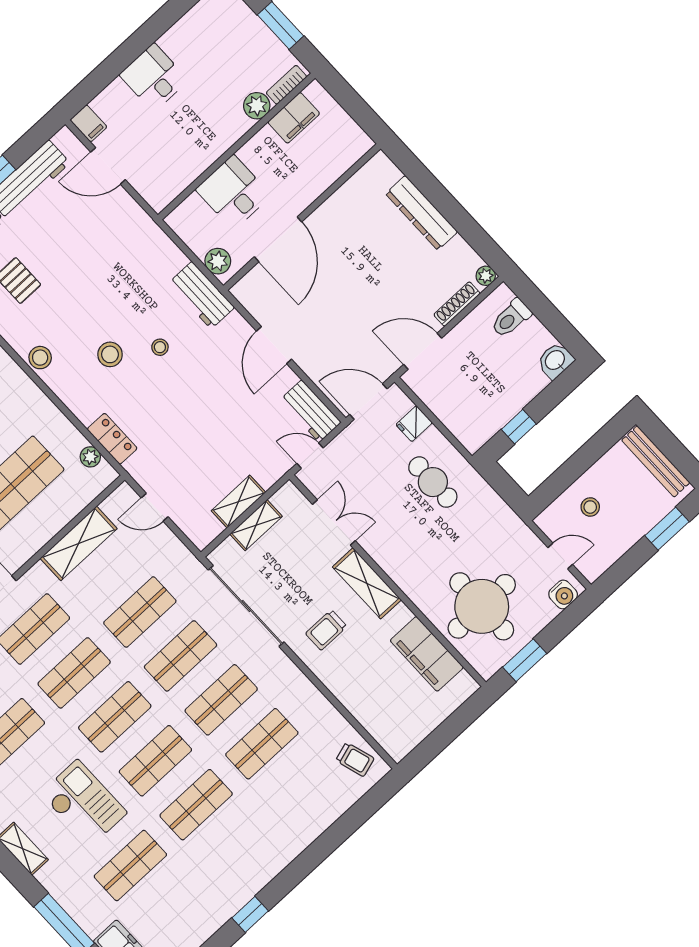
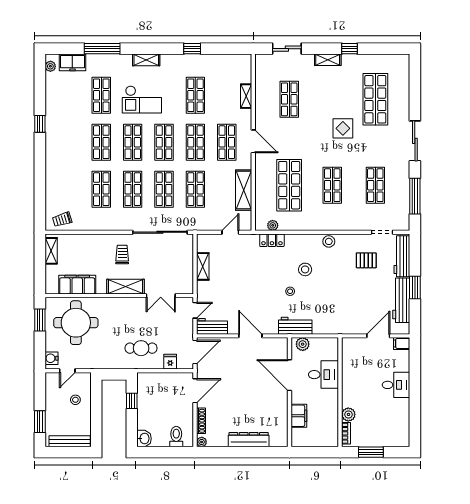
filing cabinet: (294, 118) -> (299, 416), moved, turned 180
shelving: (256, 525) -> (51, 251), moved

